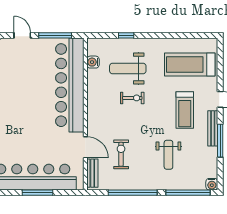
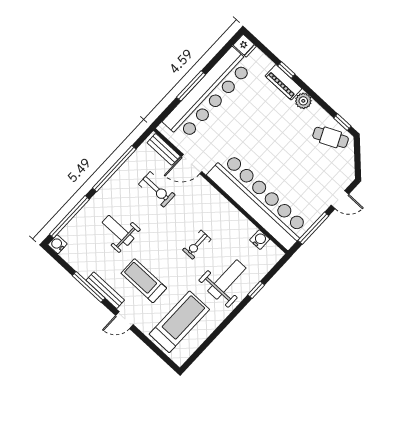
weight bench: (128, 68) -> (227, 279), moved

